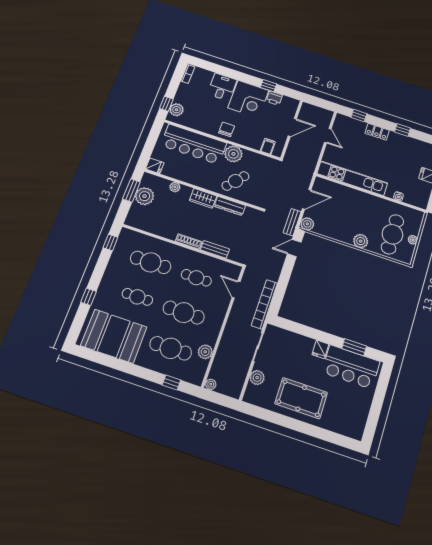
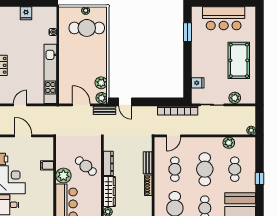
chair: (227, 129) -> (44, 188), removed
filing cabinet: (268, 146) -> (47, 165), moved
wardrobe: (203, 198) -> (109, 191), width x1.50
plant: (361, 241) -> (101, 83), moved
cafe table: (171, 348) -> (235, 169), width x0.73, depth x0.74
fridge: (320, 349) -> (198, 83), moved
bar counter: (351, 367) -> (224, 18), moved, turned 90
window: (171, 383) -> (259, 178), moved

